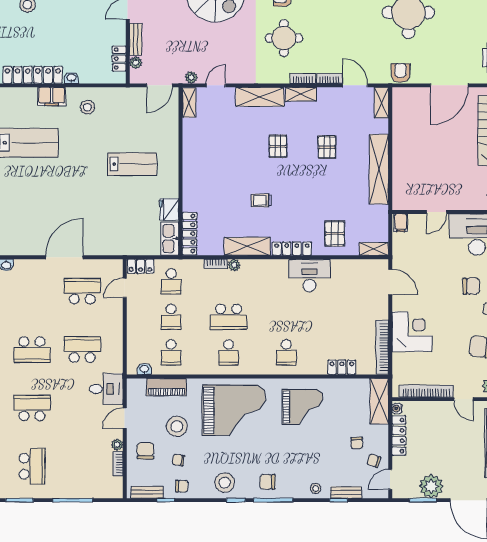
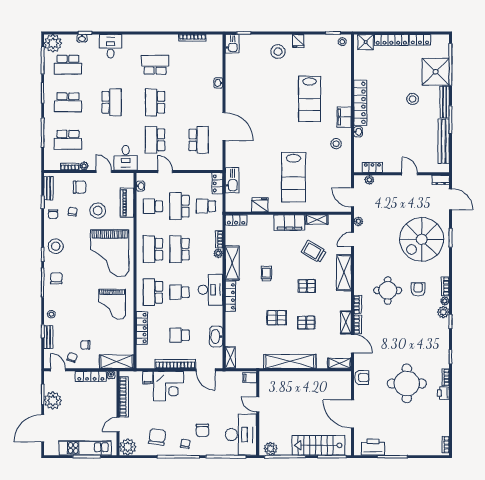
bench: (136, 39) -> (387, 180), removed
door: (216, 85) -> (352, 240), swing flipped
door: (355, 85) -> (352, 344), hinge flipped
shelving: (301, 94) -> (346, 322), moved
shelving: (189, 103) -> (317, 220), moved
trolley: (232, 137) -> (314, 252), added
lab bench: (132, 164) -> (294, 177), width x1.36, depth x1.39
filing cabinet: (193, 170) -> (289, 223), added
pallet: (335, 233) -> (277, 318), moved
locker: (190, 234) -> (236, 220), width x0.66
kitchen sink: (170, 238) -> (232, 180), moved, turned 90
washbasin: (346, 268) -> (216, 337), added
desk: (309, 275) -> (210, 290), moved
door: (390, 282) -> (206, 370), hinge flipped
door: (125, 288) -> (165, 172), moved
school desk: (171, 317) -> (179, 206), width x1.85
school desk: (286, 317) -> (179, 292), added
school desk: (344, 317) -> (179, 335), added
bookcase: (382, 347) -> (175, 364), moved
school desk: (82, 350) -> (155, 140), turned 180
school desk: (229, 352) -> (153, 249), width x1.85
school desk: (286, 352) -> (153, 292), width x1.85
filing cabinet: (401, 359) -> (148, 378), added
locker: (342, 367) -> (142, 328), width x1.53
school desk: (82, 466) -> (68, 140), added

